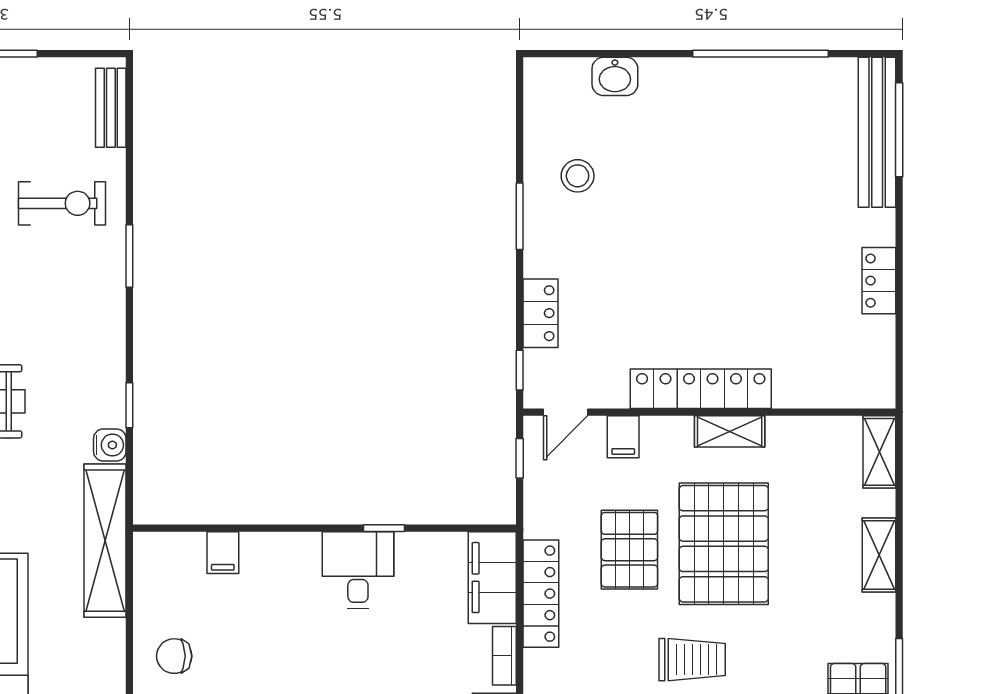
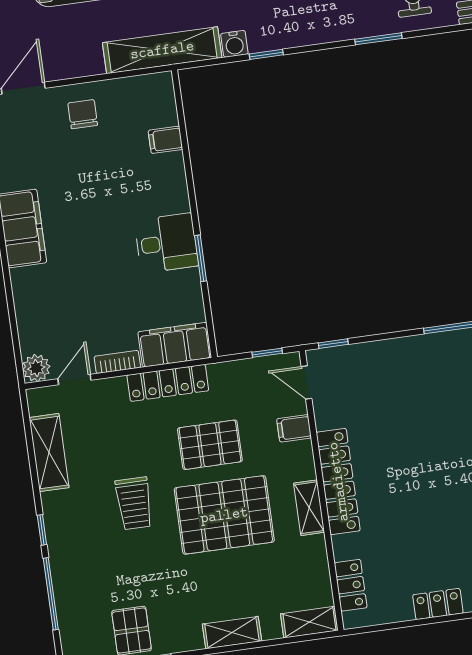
locker: (540, 313) -> (351, 585), moved, turned -90
window: (384, 528) -> (201, 258), width x1.50

